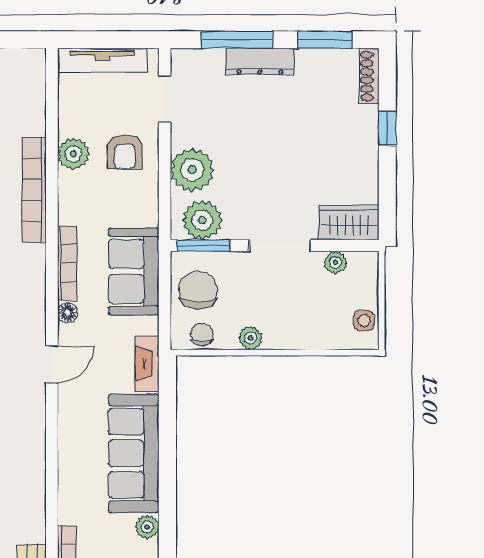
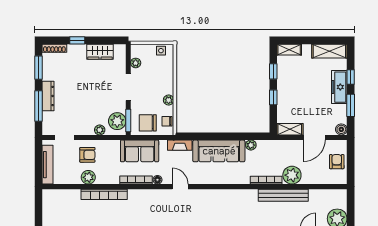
plant: (192, 170) -> (100, 130), width x0.53, depth x0.53
wardrobe: (349, 222) -> (100, 52), moved, turned -90

